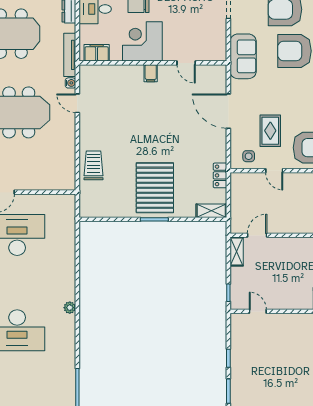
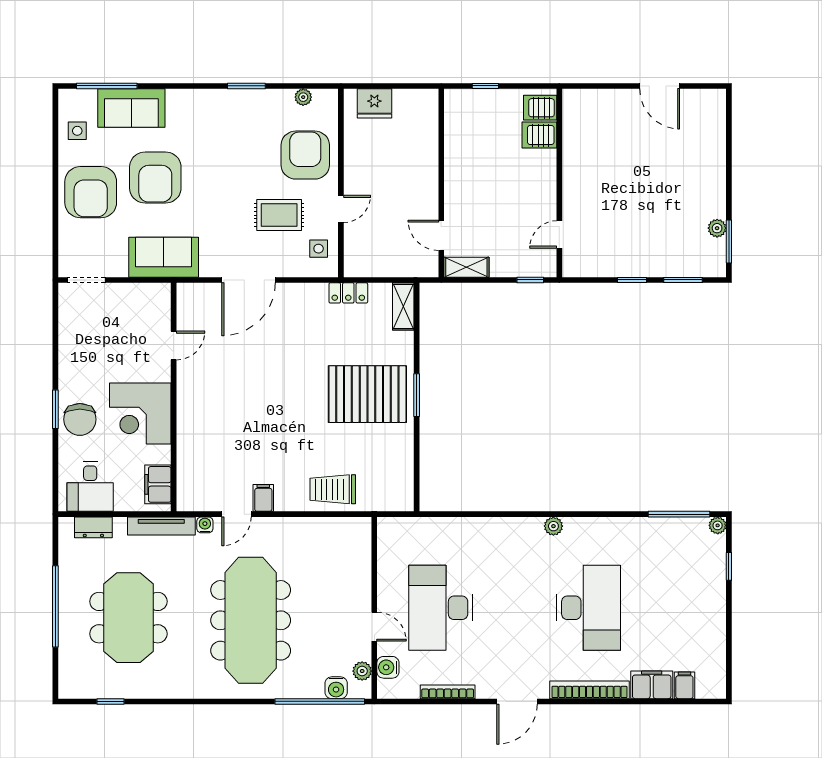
filing cabinet: (151, 73) -> (263, 498), moved, turned -90

